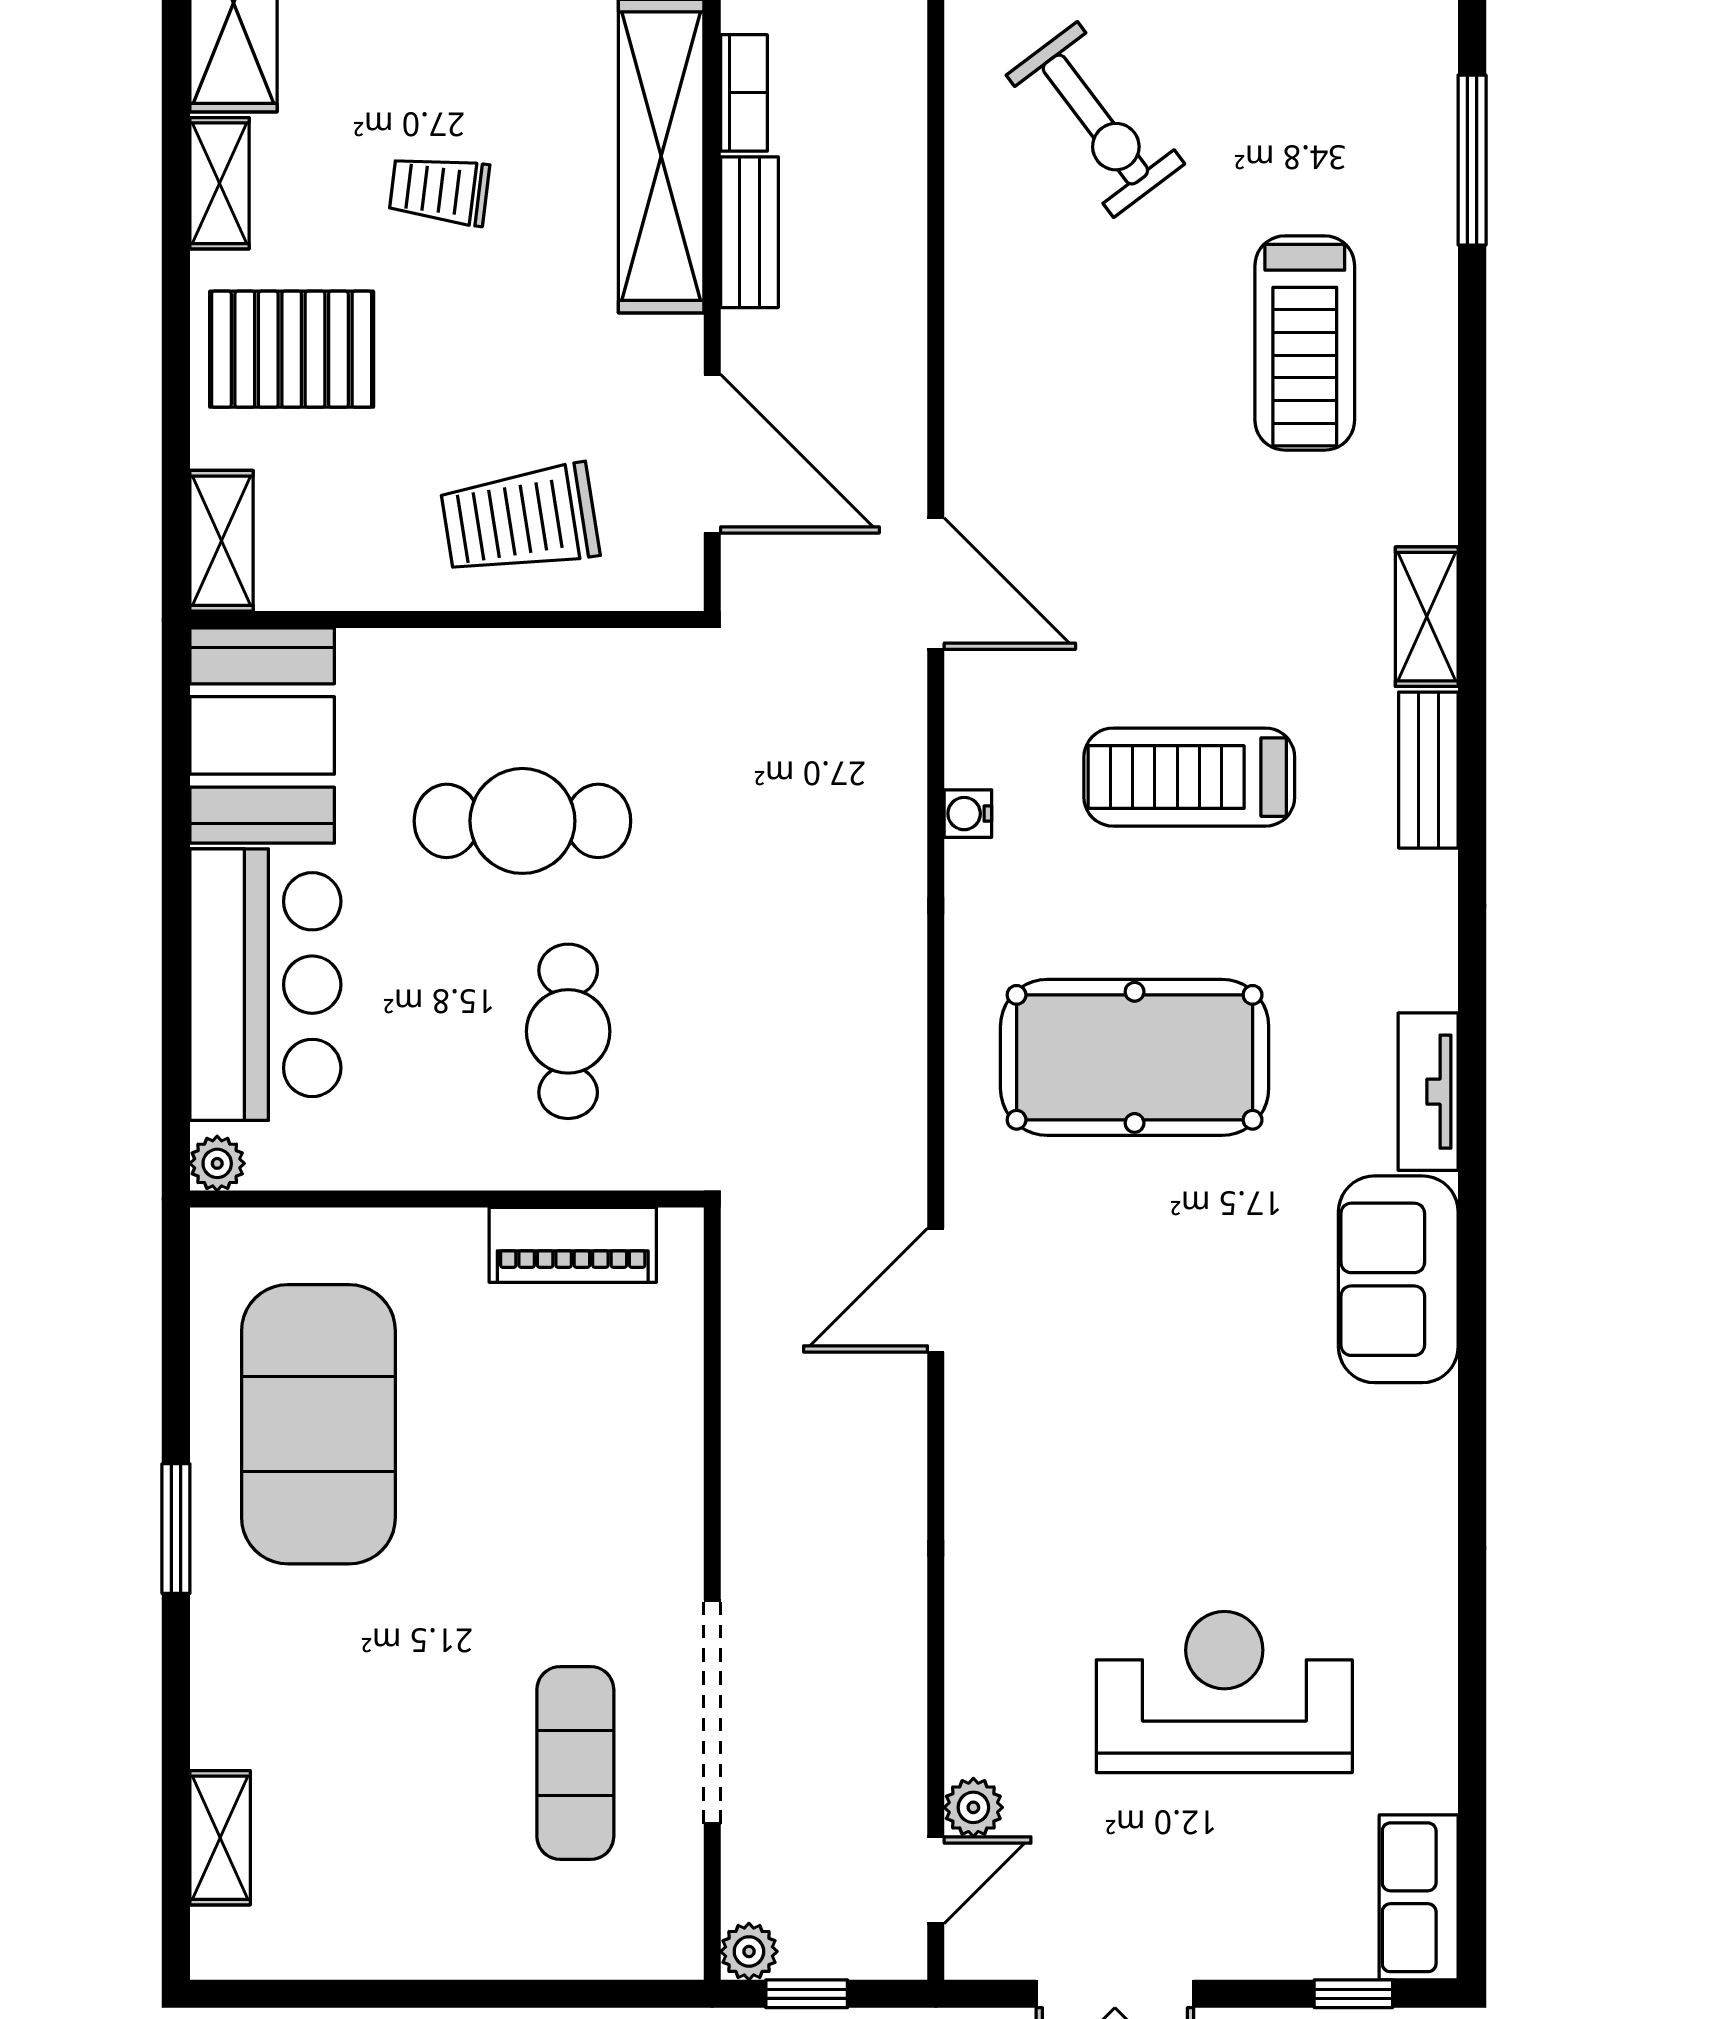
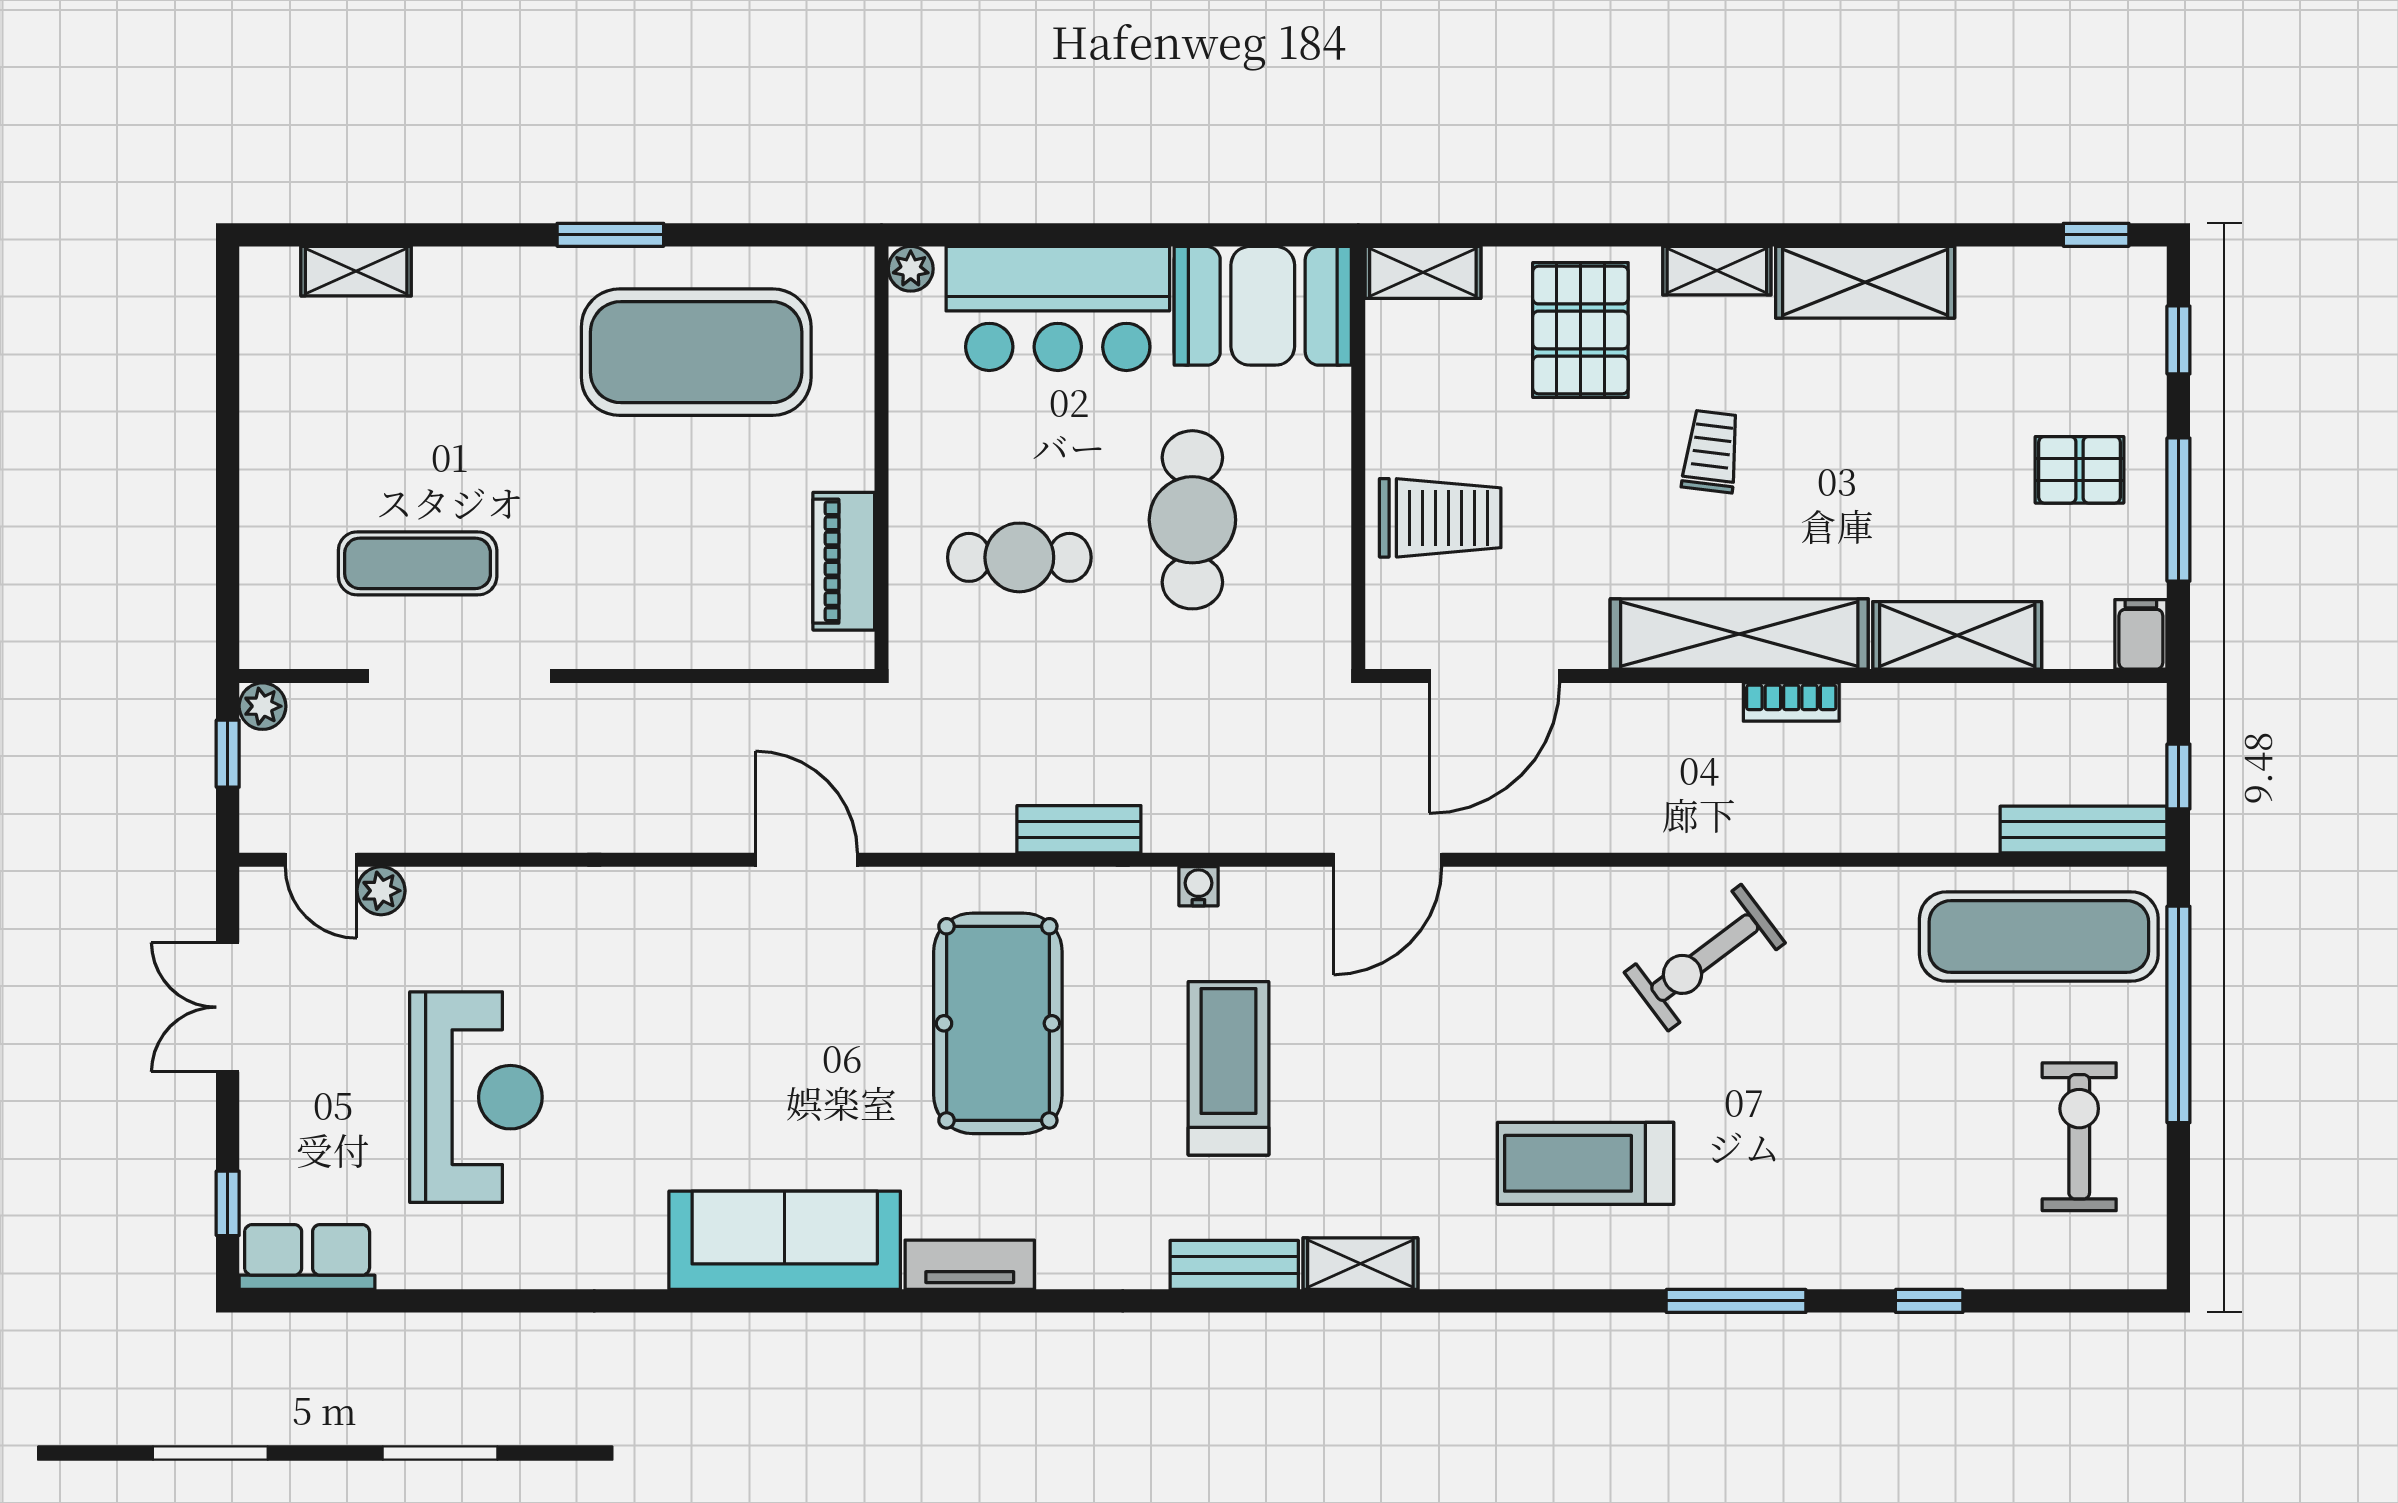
exercise bike: (1095, 120) -> (1705, 958), moved
bench: (749, 232) -> (1079, 829), moved
trolley: (520, 520) -> (1440, 518), turned 99
sofa: (1398, 1279) -> (785, 1240), width x1.36

